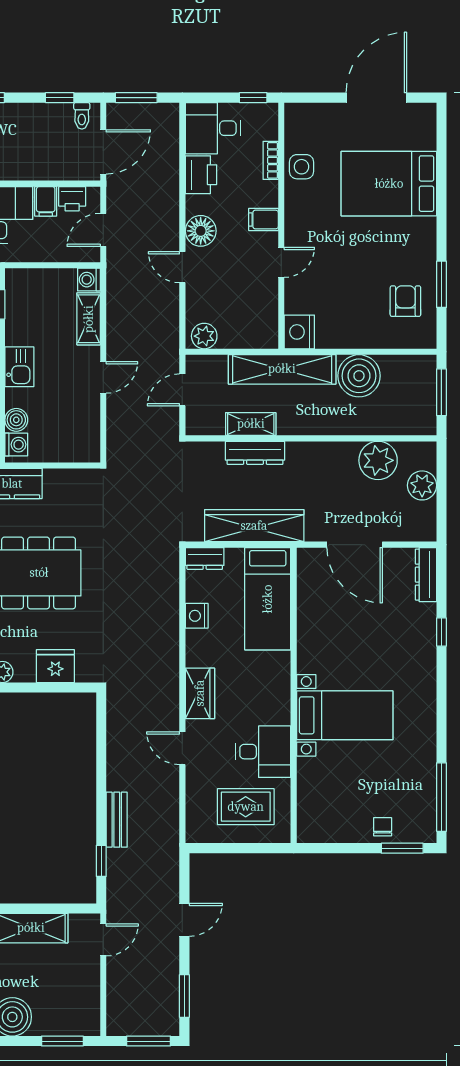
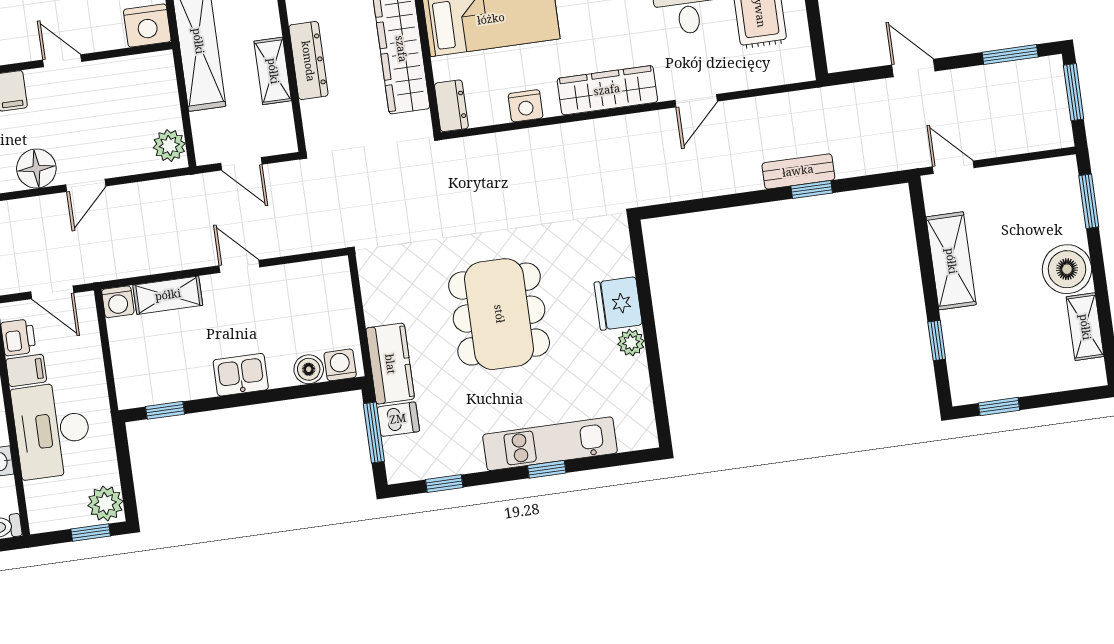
fridge: (55, 666) -> (618, 304), moved
wardrobe: (200, 693) -> (607, 90), width x1.50
window: (101, 861) -> (812, 190), moved

